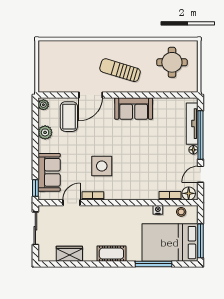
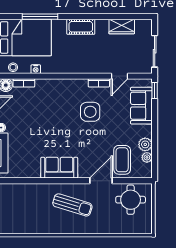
round table: (172, 62) -> (131, 200), moved
plant: (43, 105) -> (147, 157), moved

